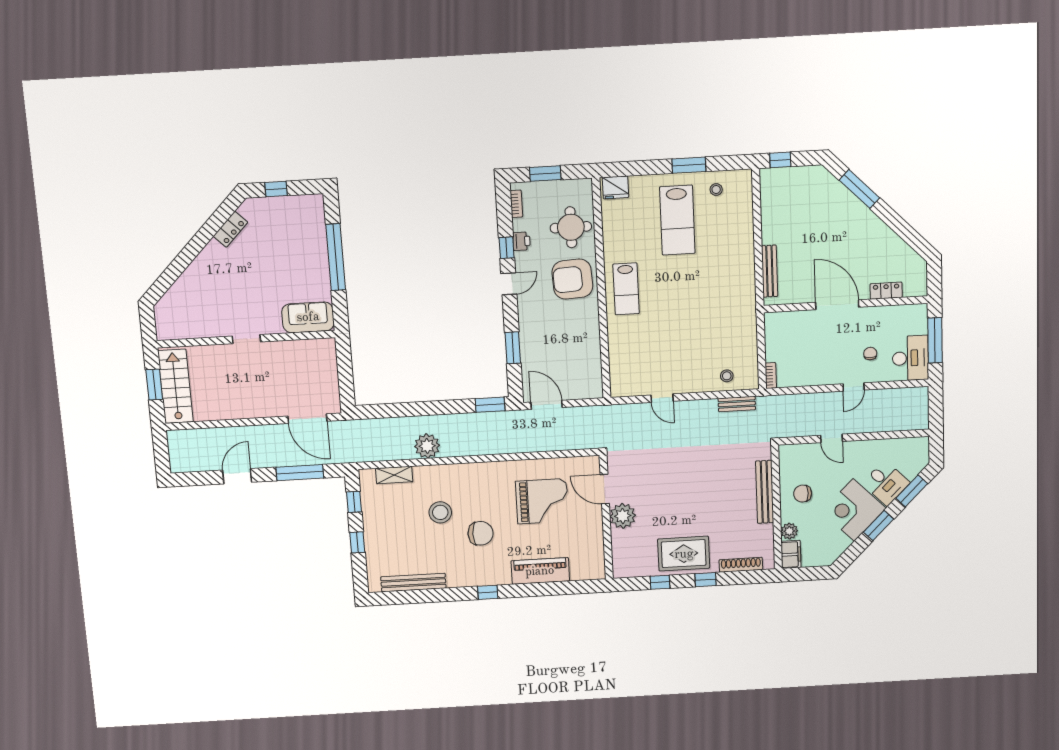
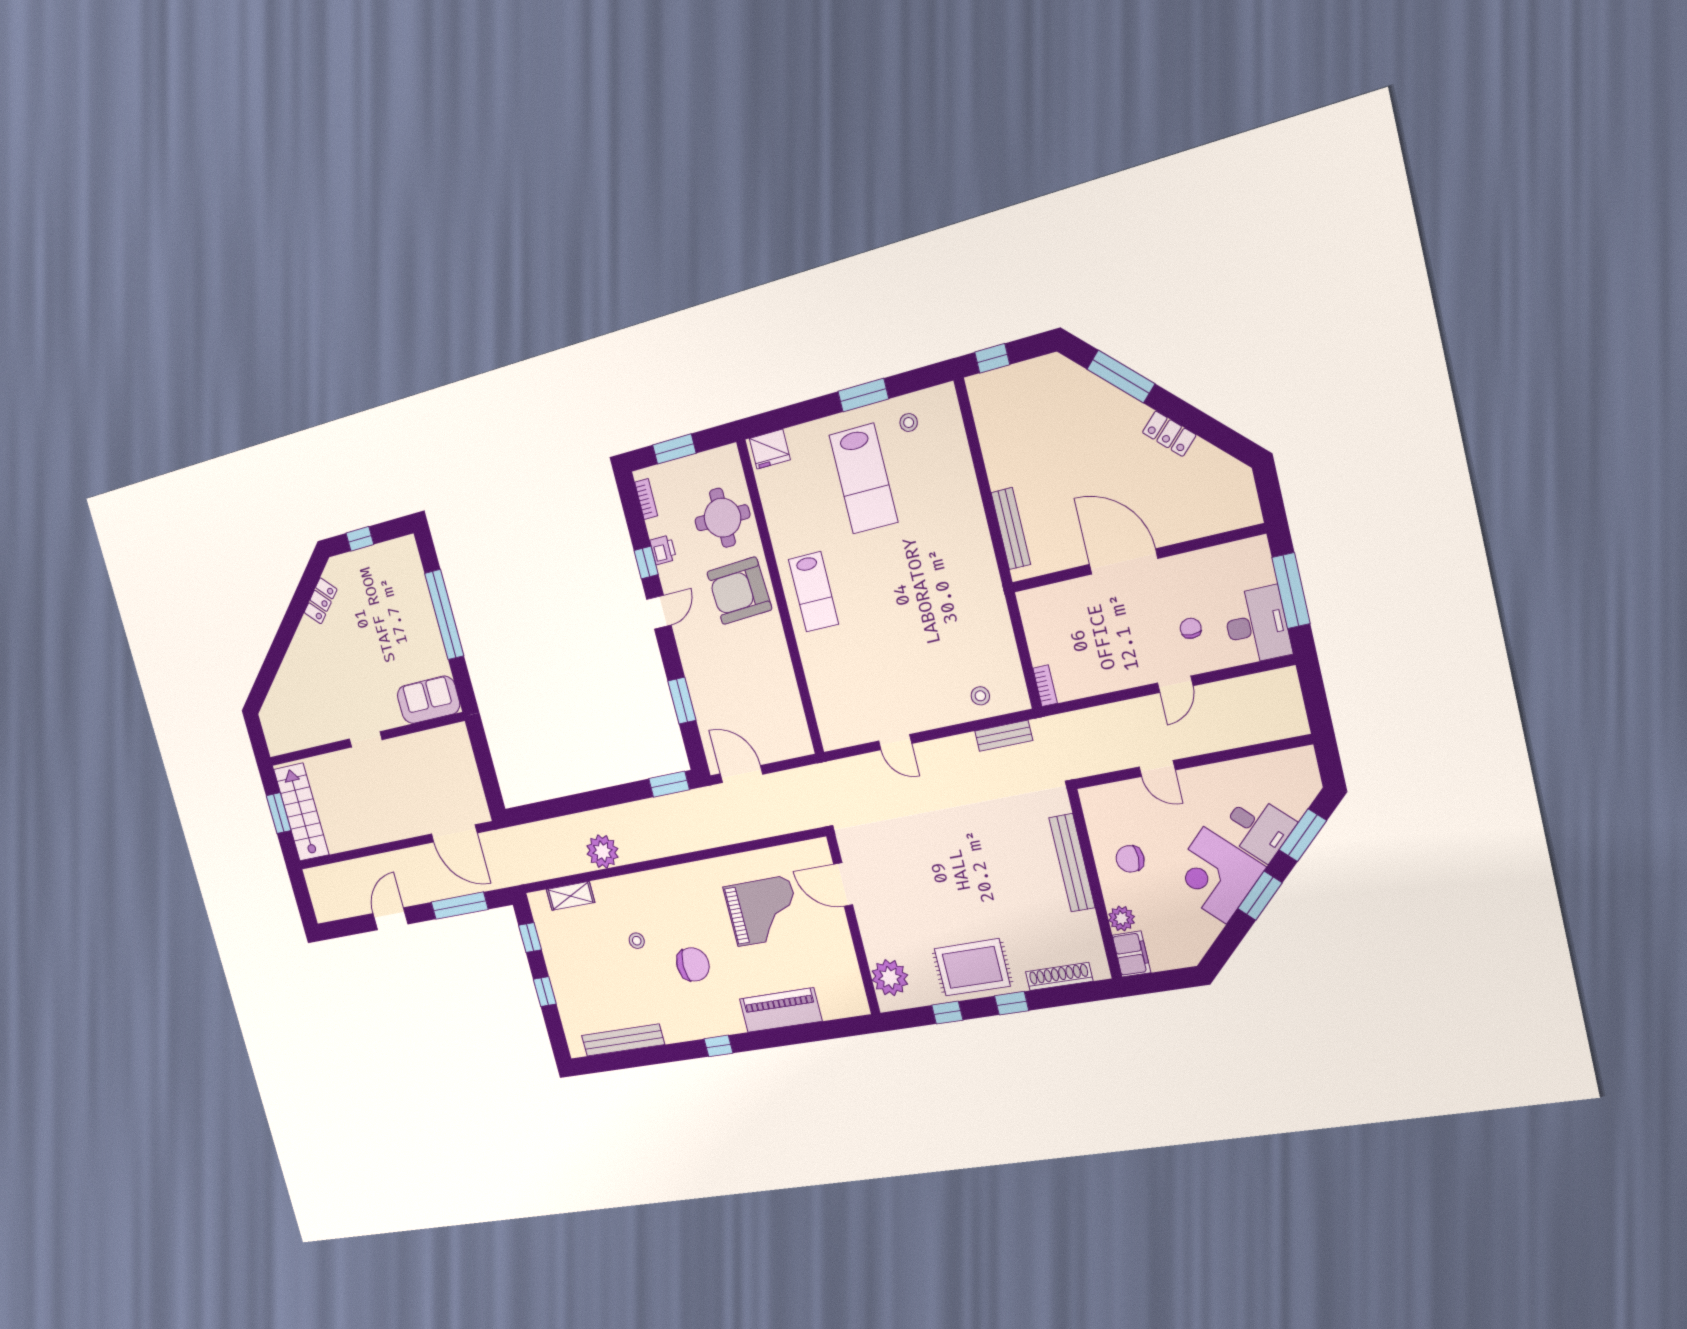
locker: (886, 291) -> (1169, 434), moved, turned -135
stool: (440, 512) -> (637, 941), width x0.53, depth x0.53
plant: (623, 516) -> (890, 978), moved

